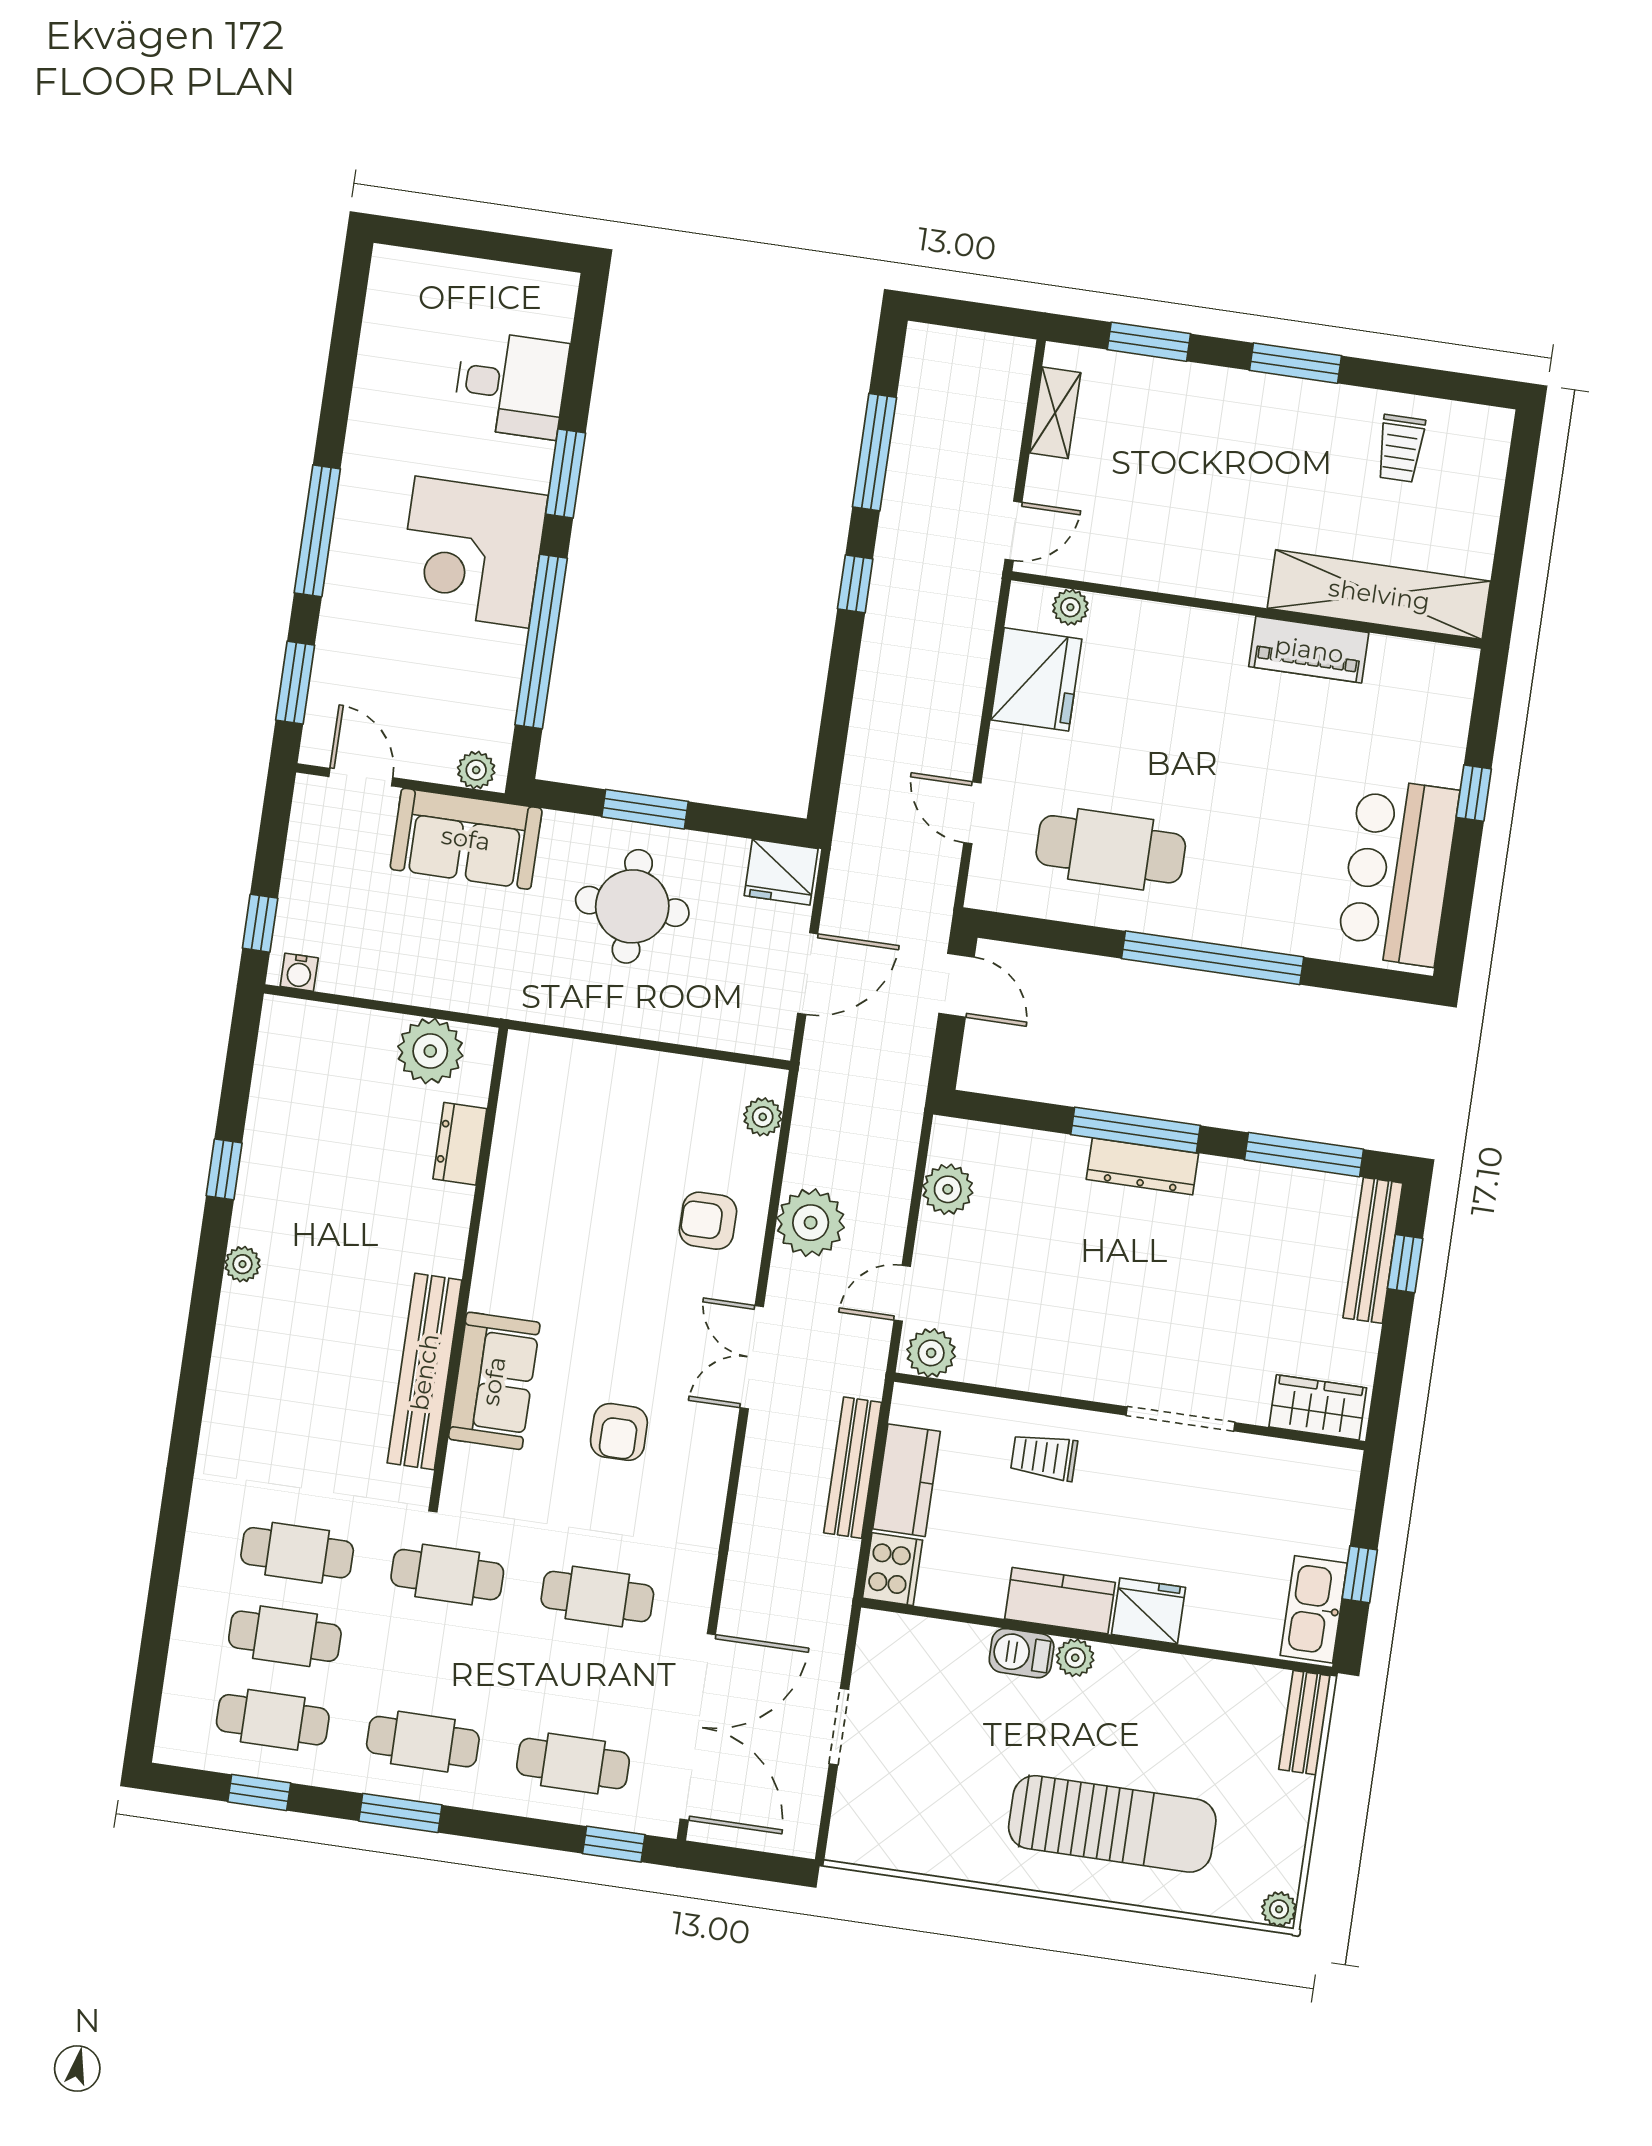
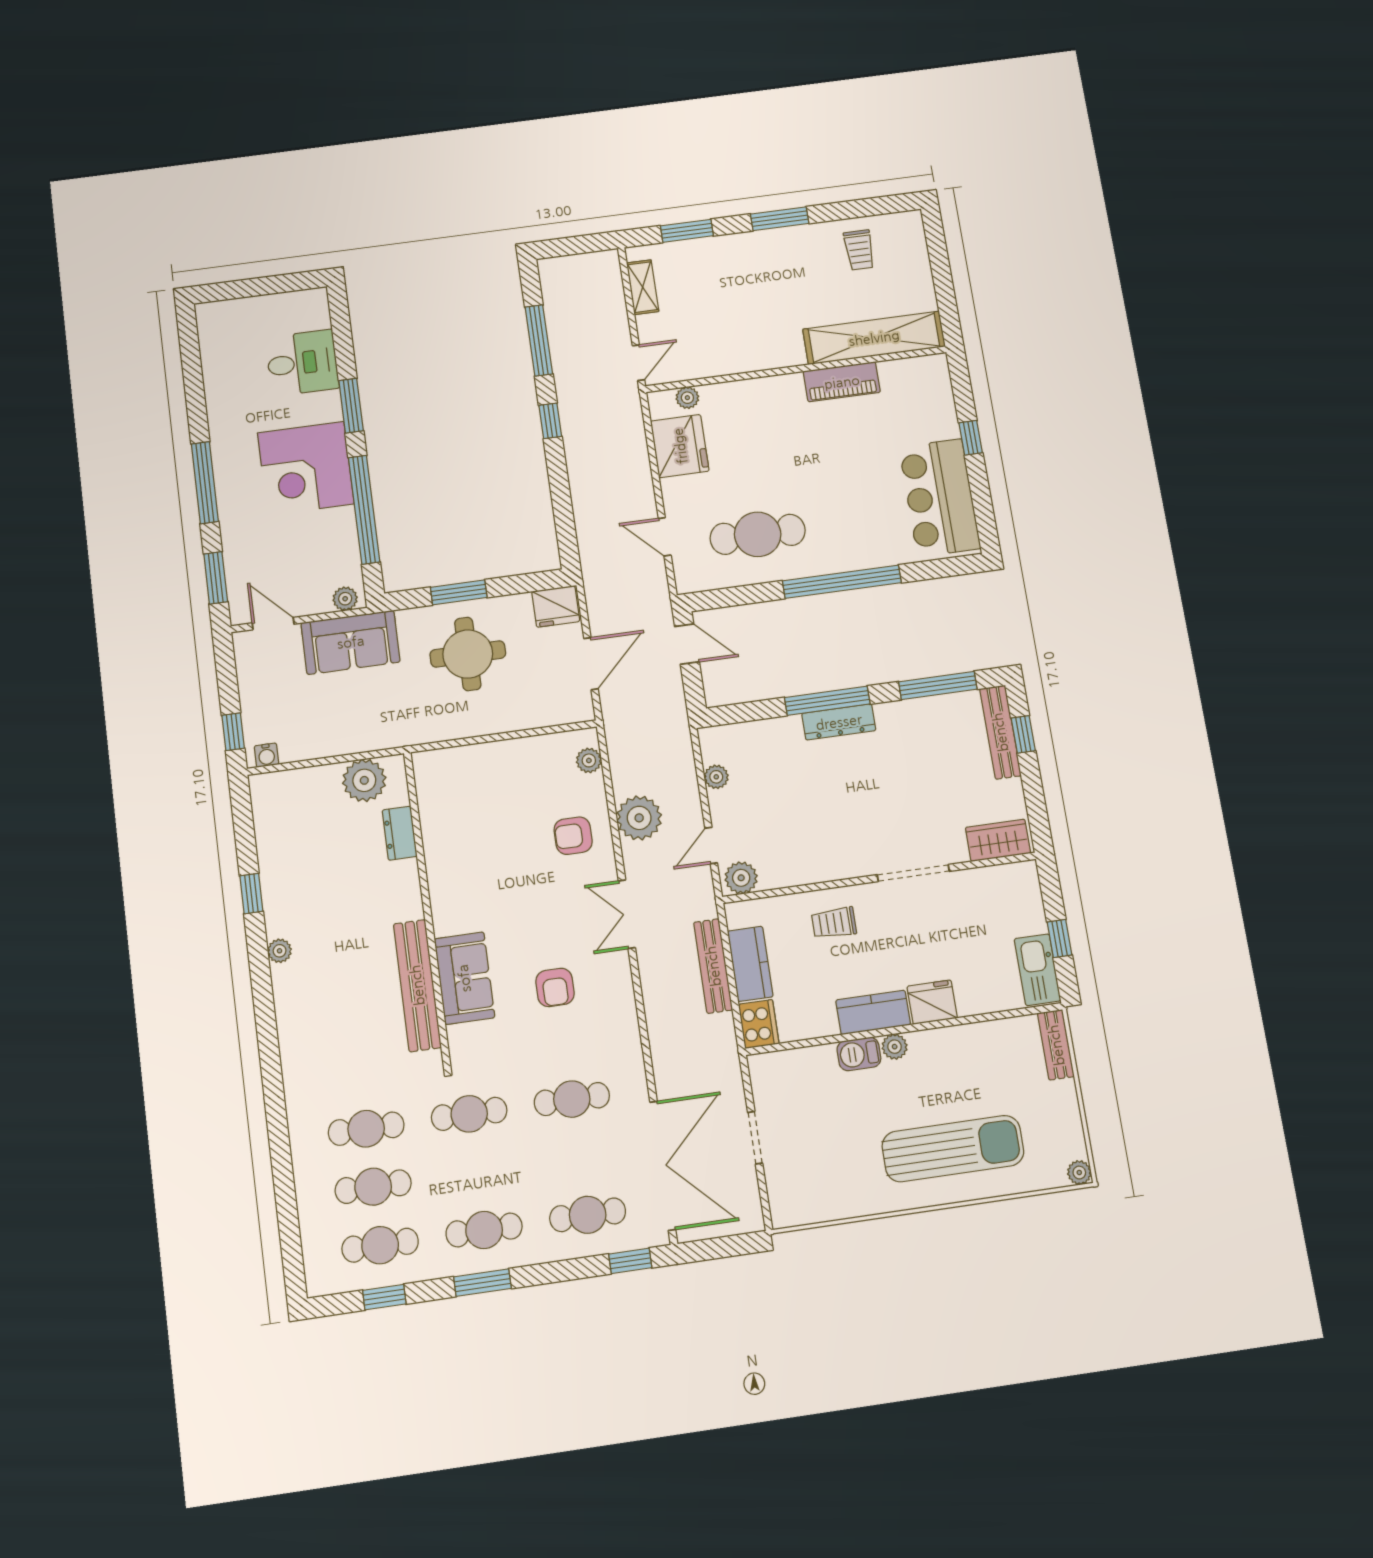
plant: (948, 1189) -> (716, 777), width x0.73, depth x0.73

